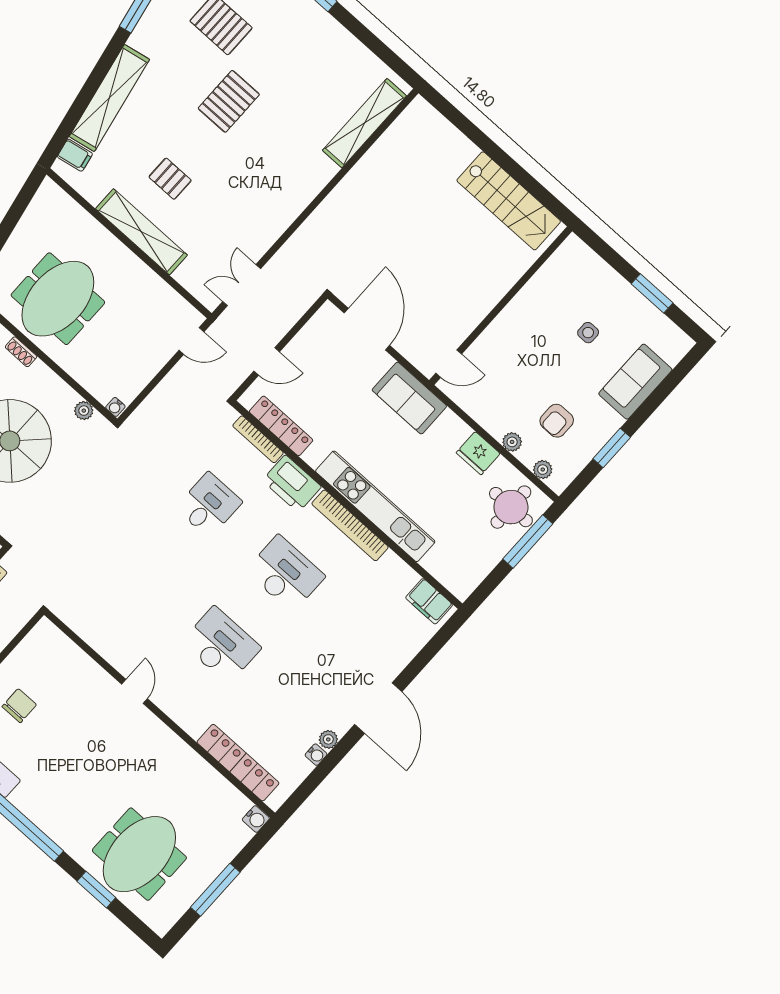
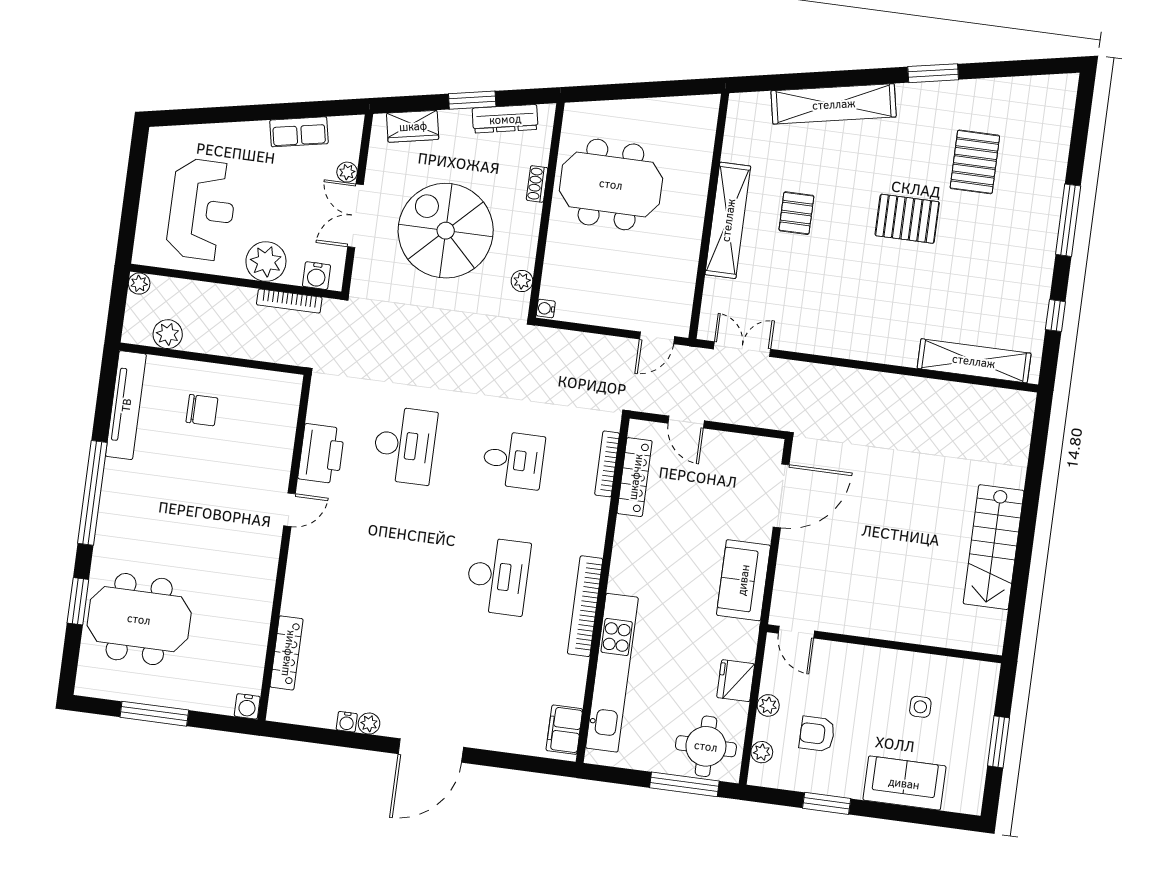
window: (372, 42) -> (1055, 316), added
filing cabinet: (75, 155) -> (757, 108), removed
wall: (501, 306) -> (884, 644), moved
door: (191, 341) -> (657, 338), hinge flipped
door: (449, 364) -> (796, 632), moved
printer: (292, 484) -> (321, 454), moved, turned 180
kitchen unit: (375, 506) -> (612, 673), moved
desk: (221, 645) -> (405, 445), moved
locker: (238, 763) -> (286, 653), width x0.71, depth x0.83

